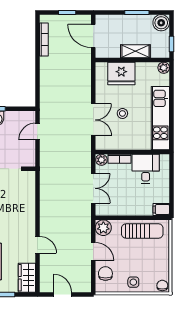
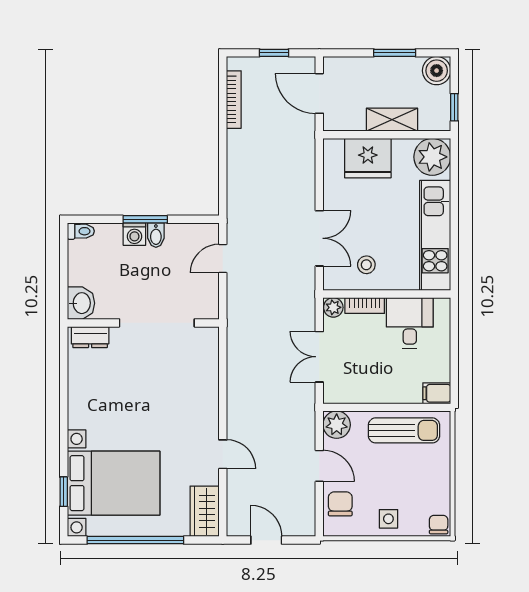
plant: (164, 68) -> (432, 157), width x1.88, depth x1.88
stool: (122, 113) -> (366, 265), moved
double door: (93, 188) -> (319, 357), swing flipped

